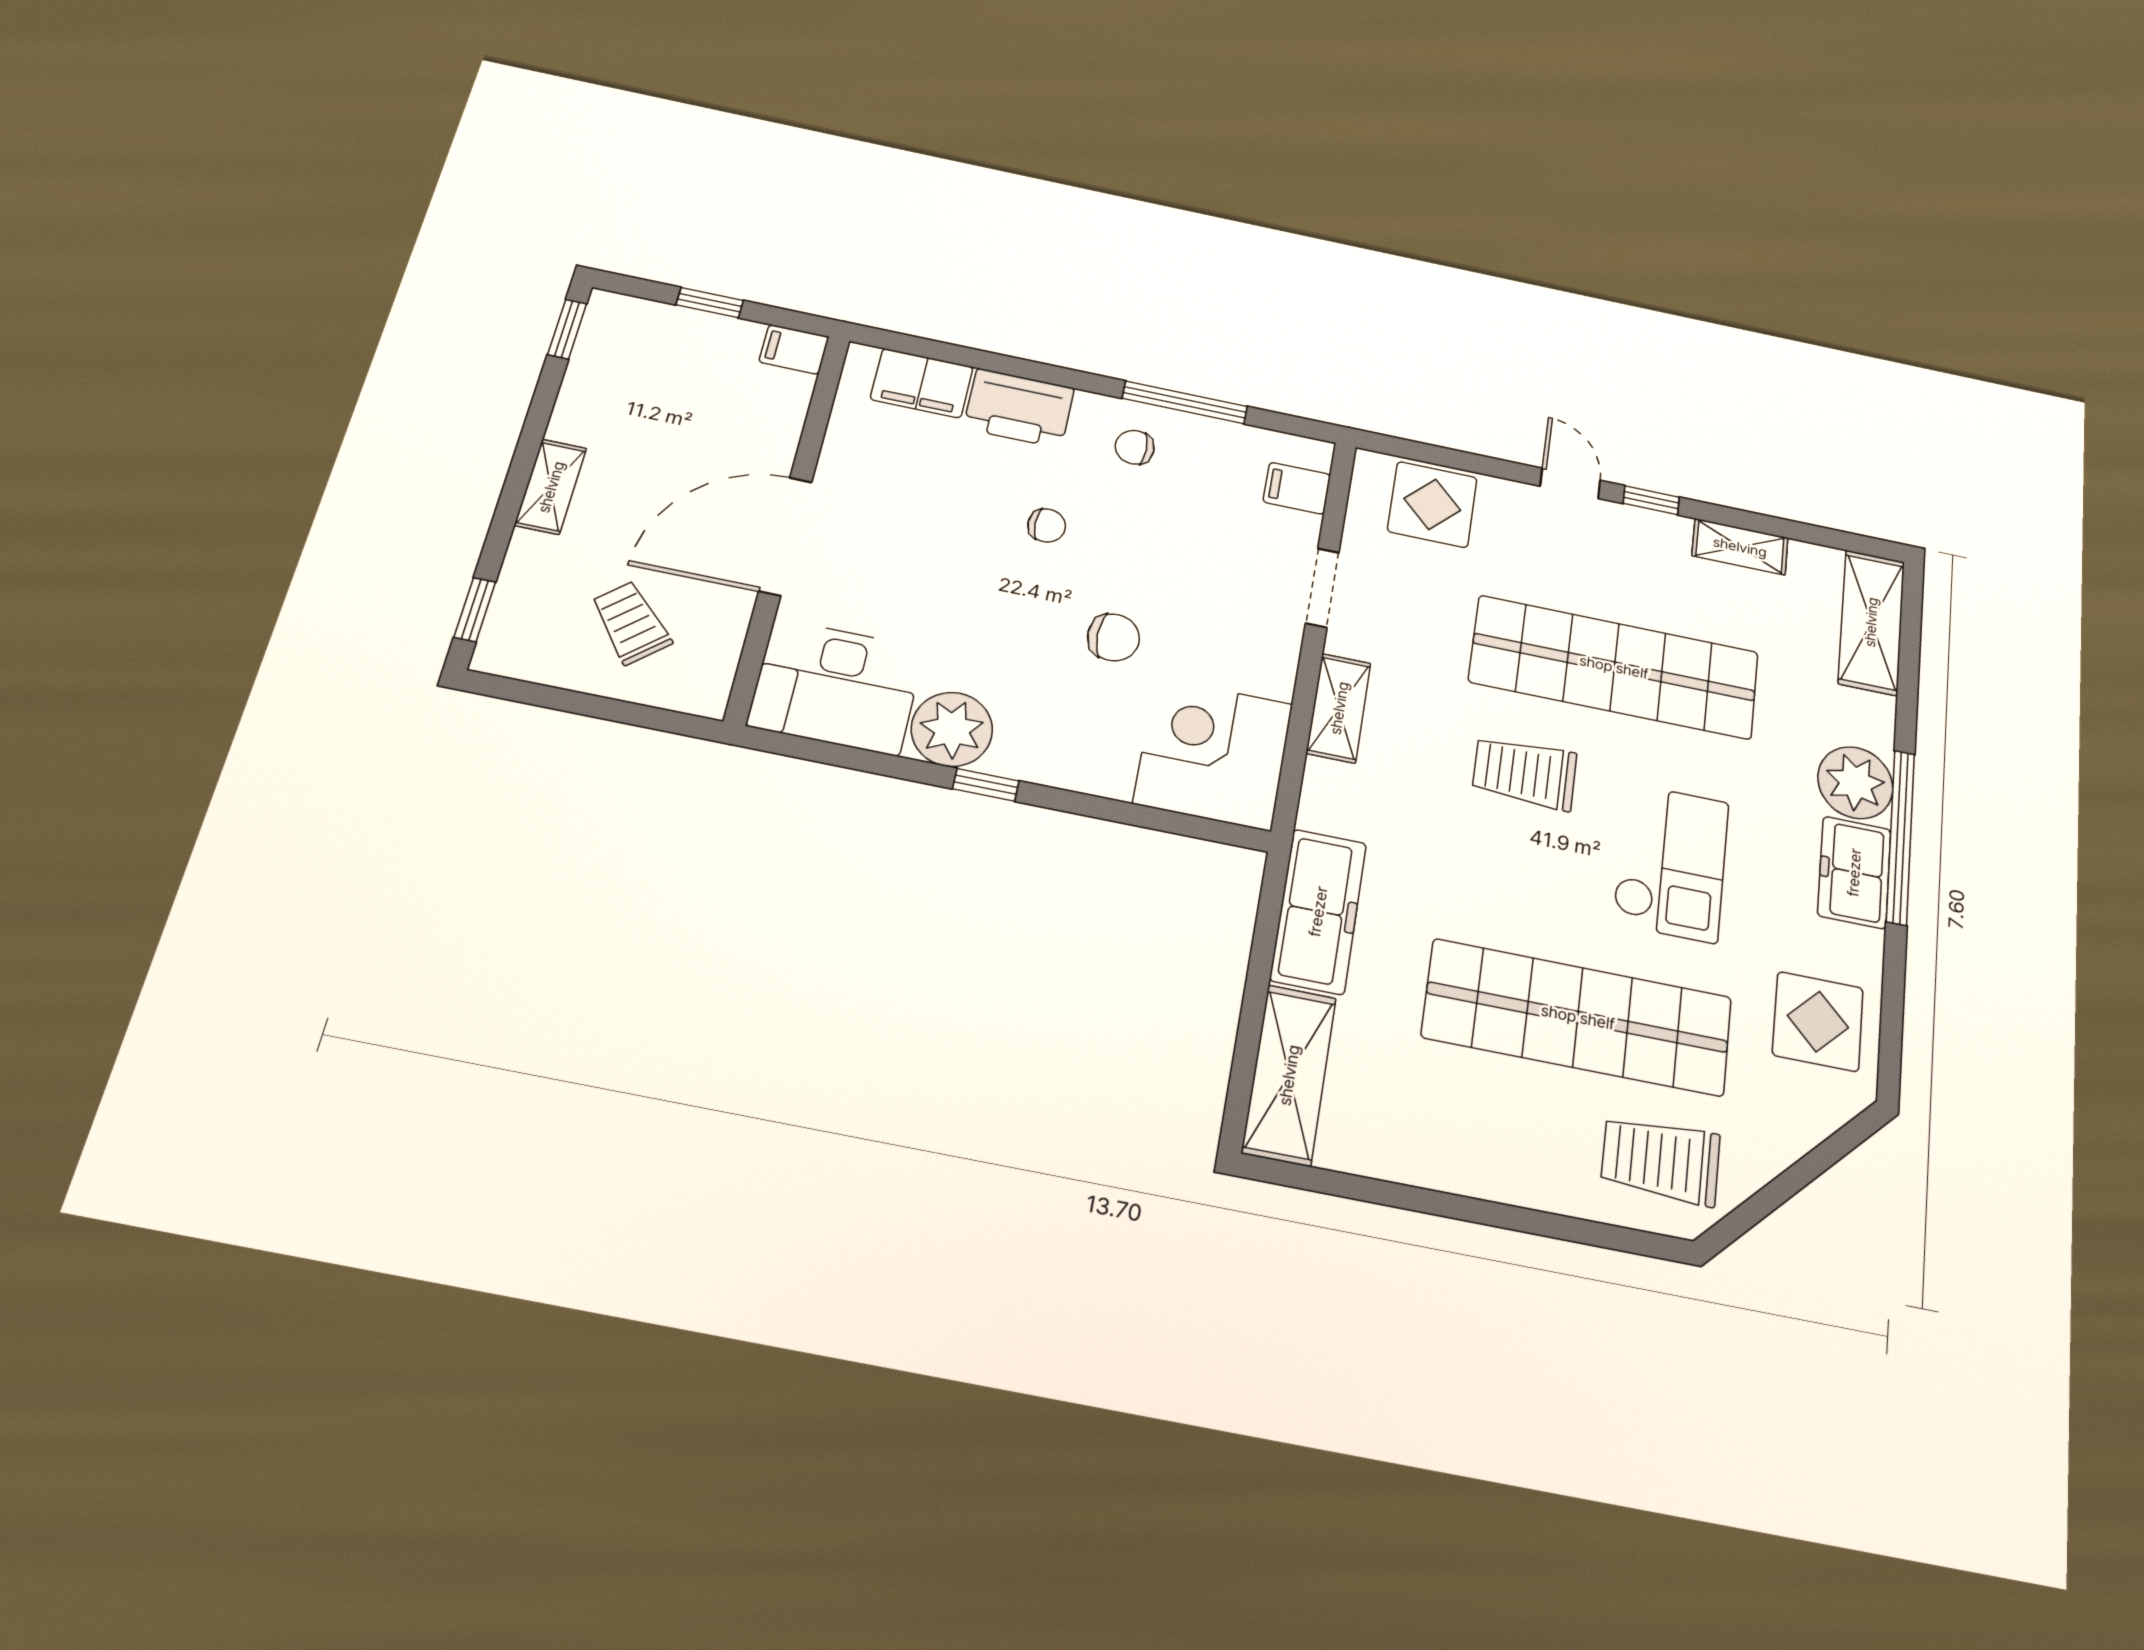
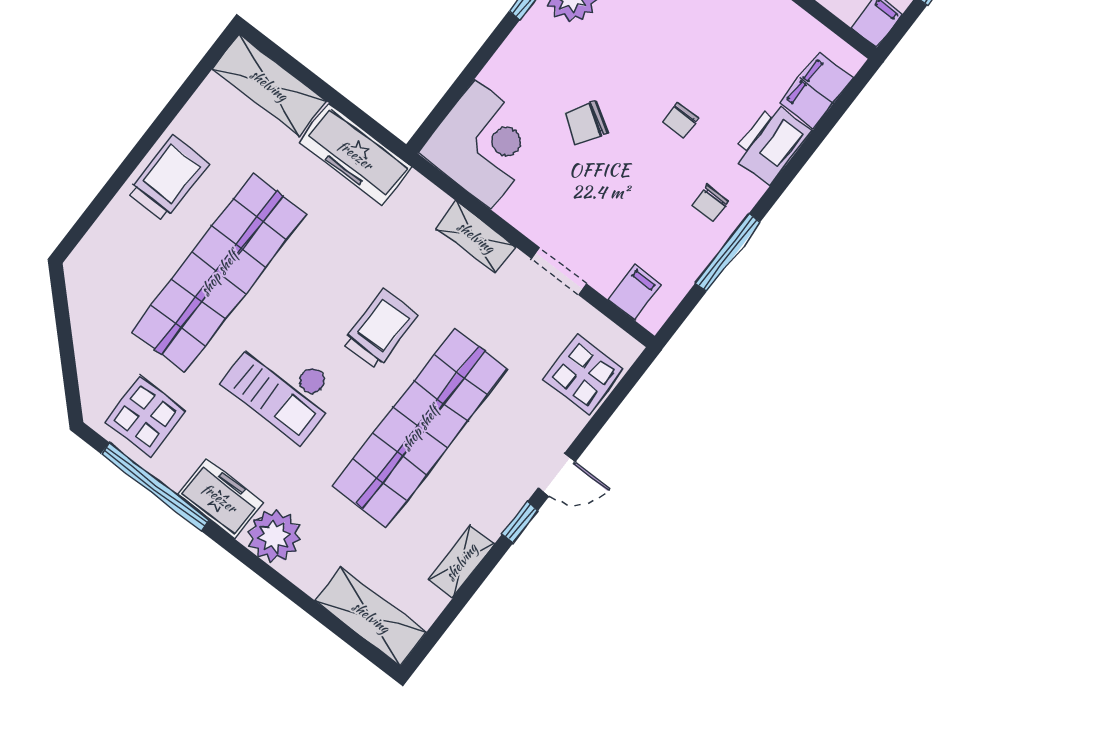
chair: (1135, 447) -> (710, 203), turned 180
chair: (1113, 637) -> (586, 123), turned 32
window: (1900, 837) -> (155, 487), moved
trolley: (1661, 1160) -> (168, 178), moved

